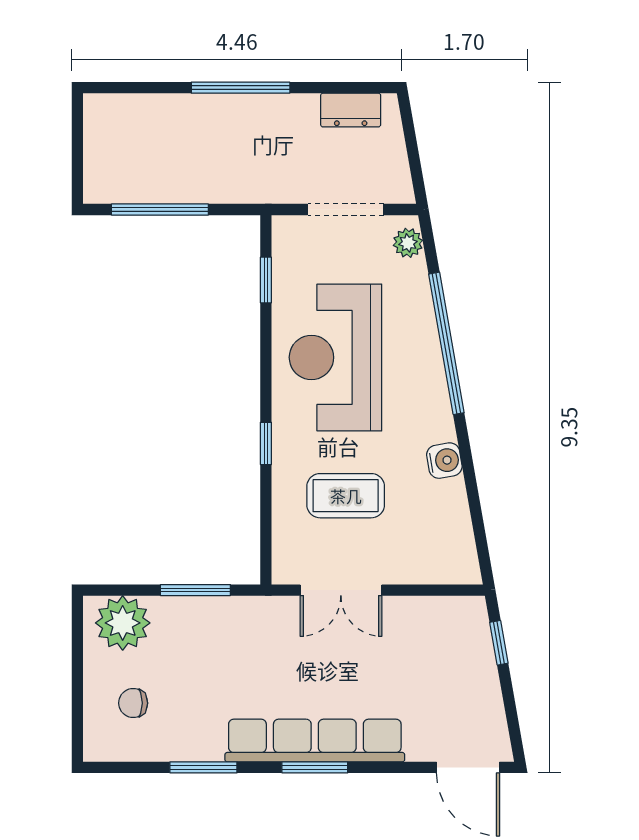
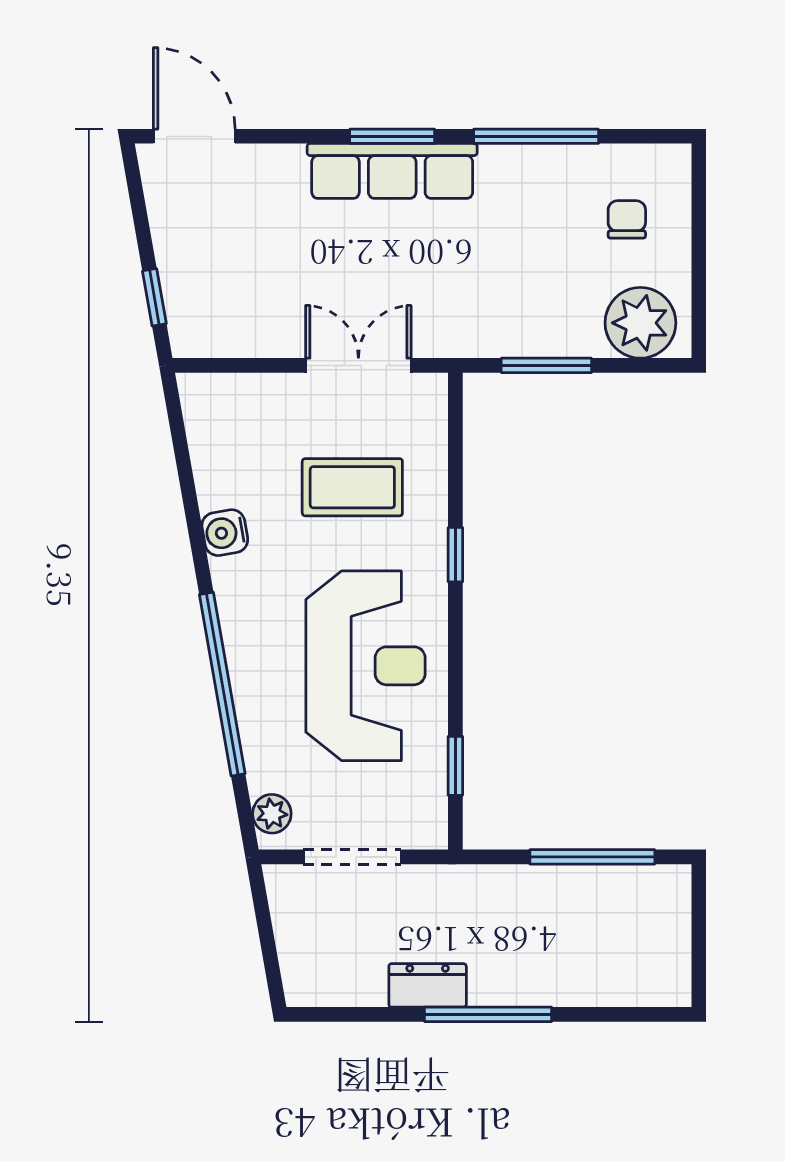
dresser: (351, 110) -> (428, 985), moved
chair: (133, 703) -> (627, 219), turned -90
row of seats: (315, 741) -> (392, 171), width x0.73
window: (203, 767) -> (536, 136), width x1.44

